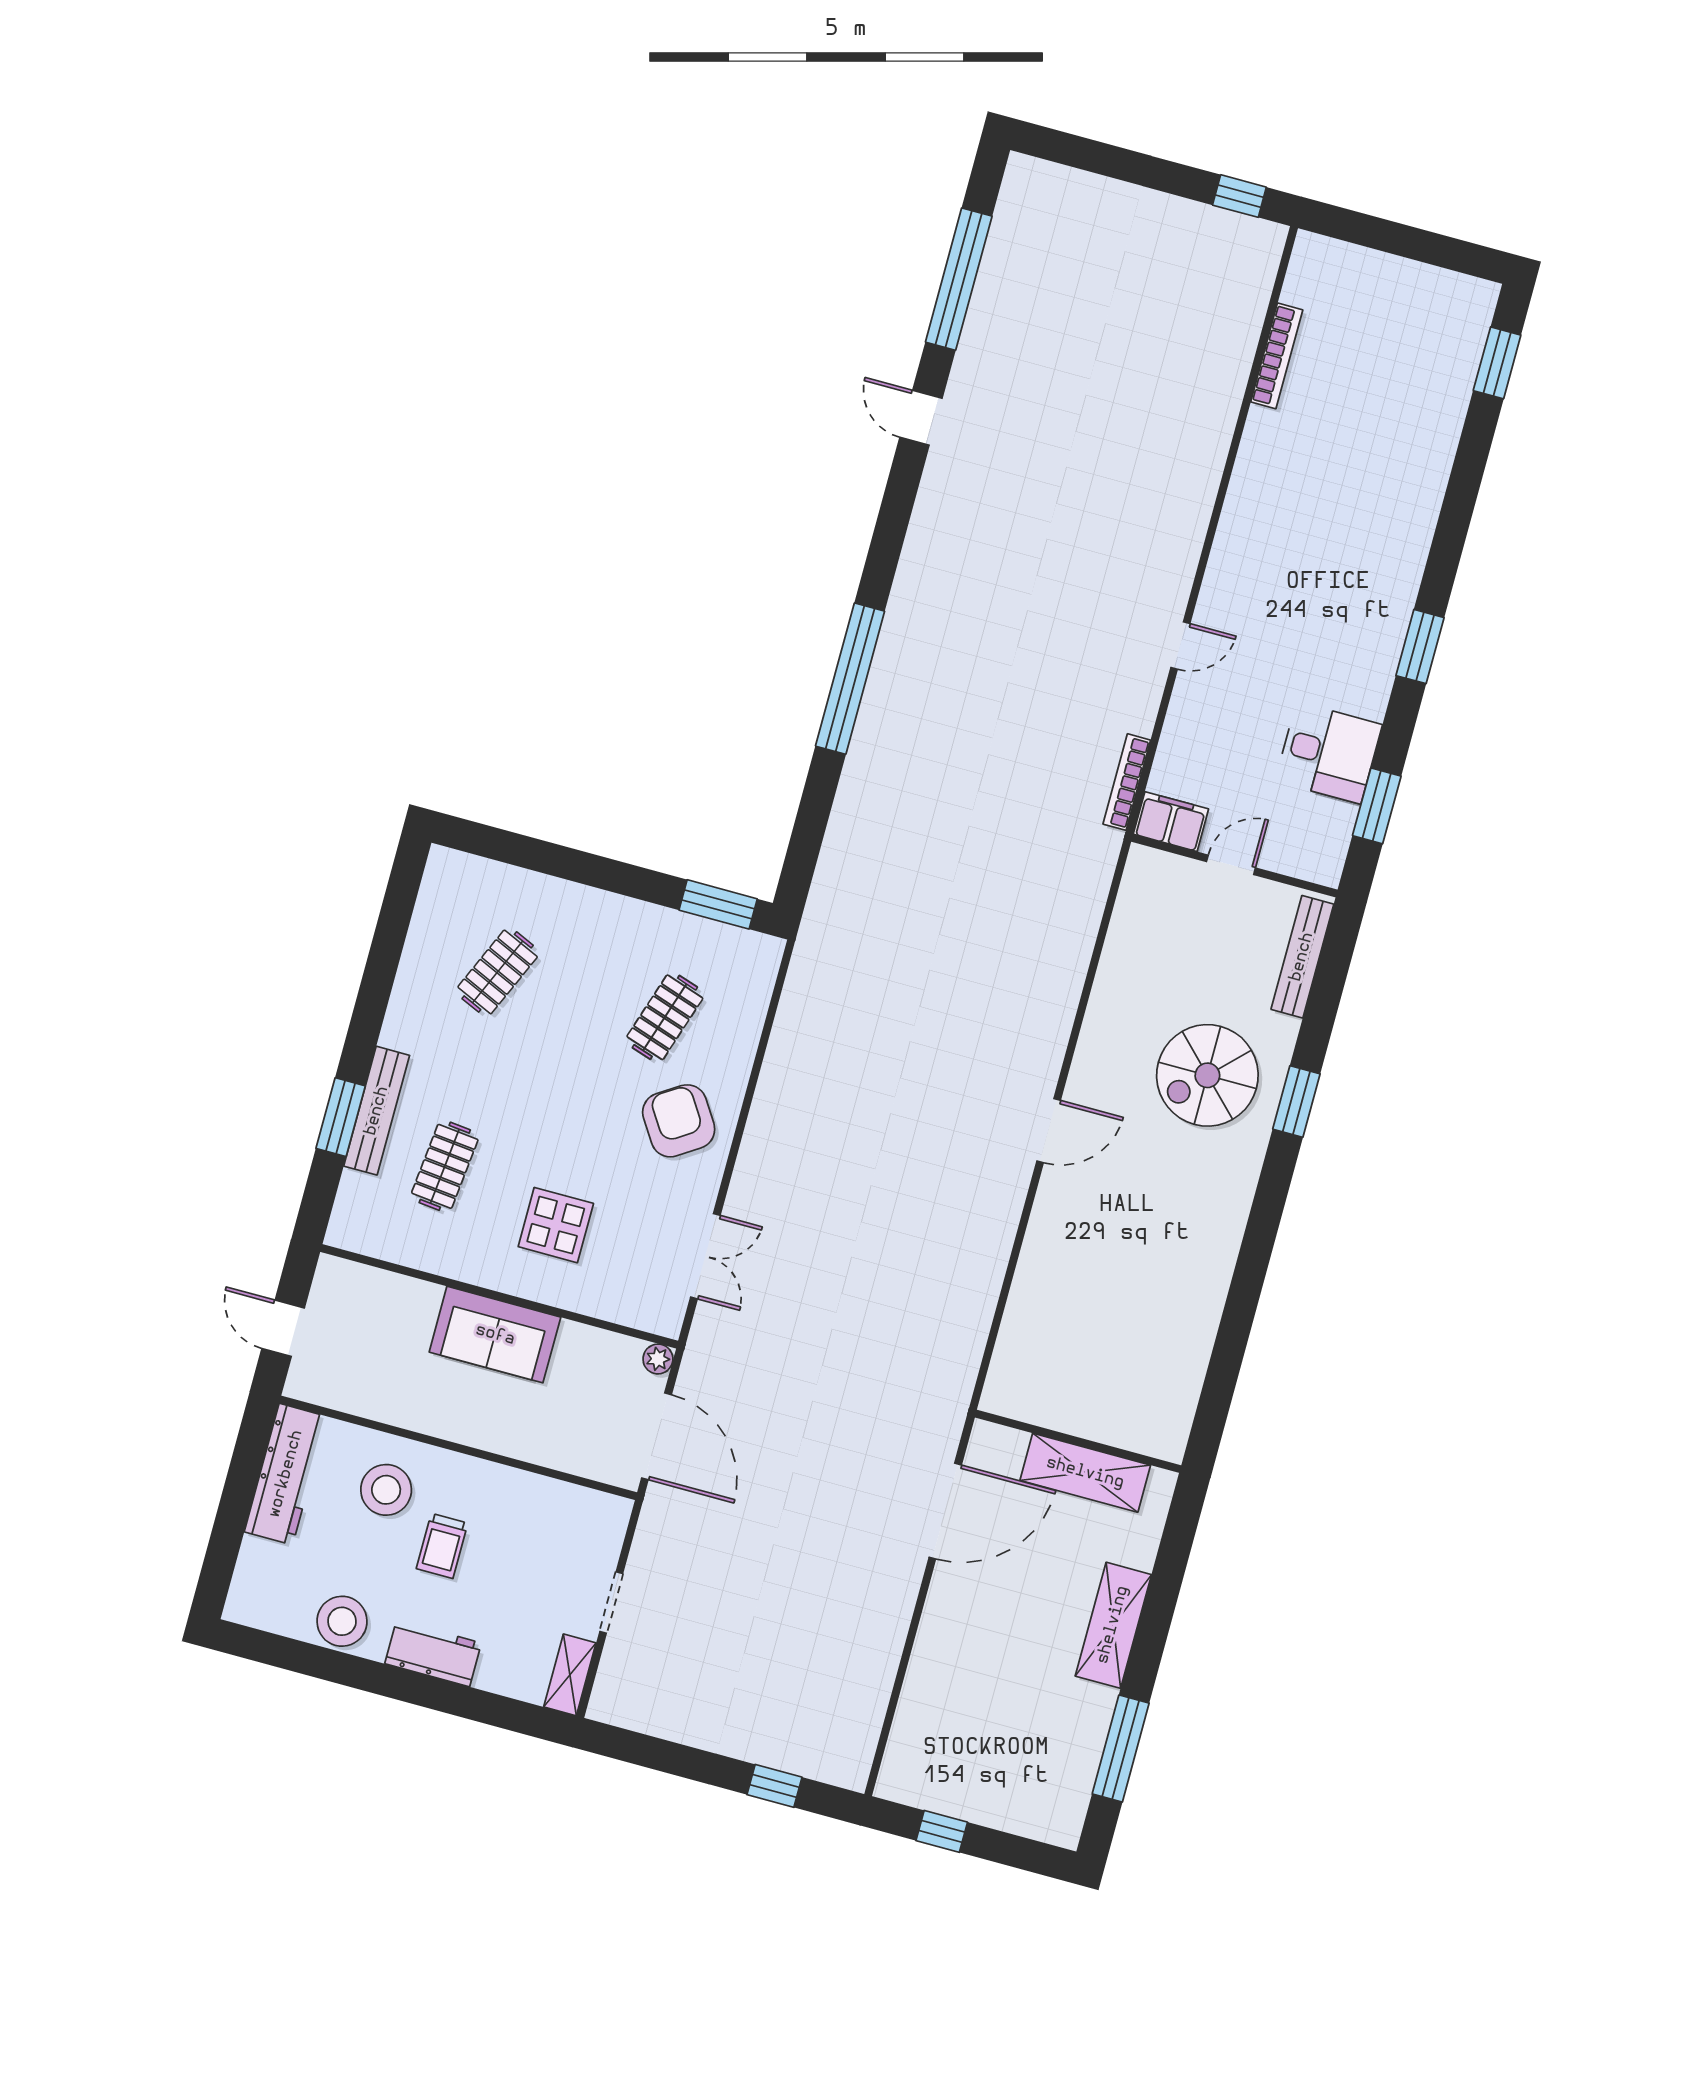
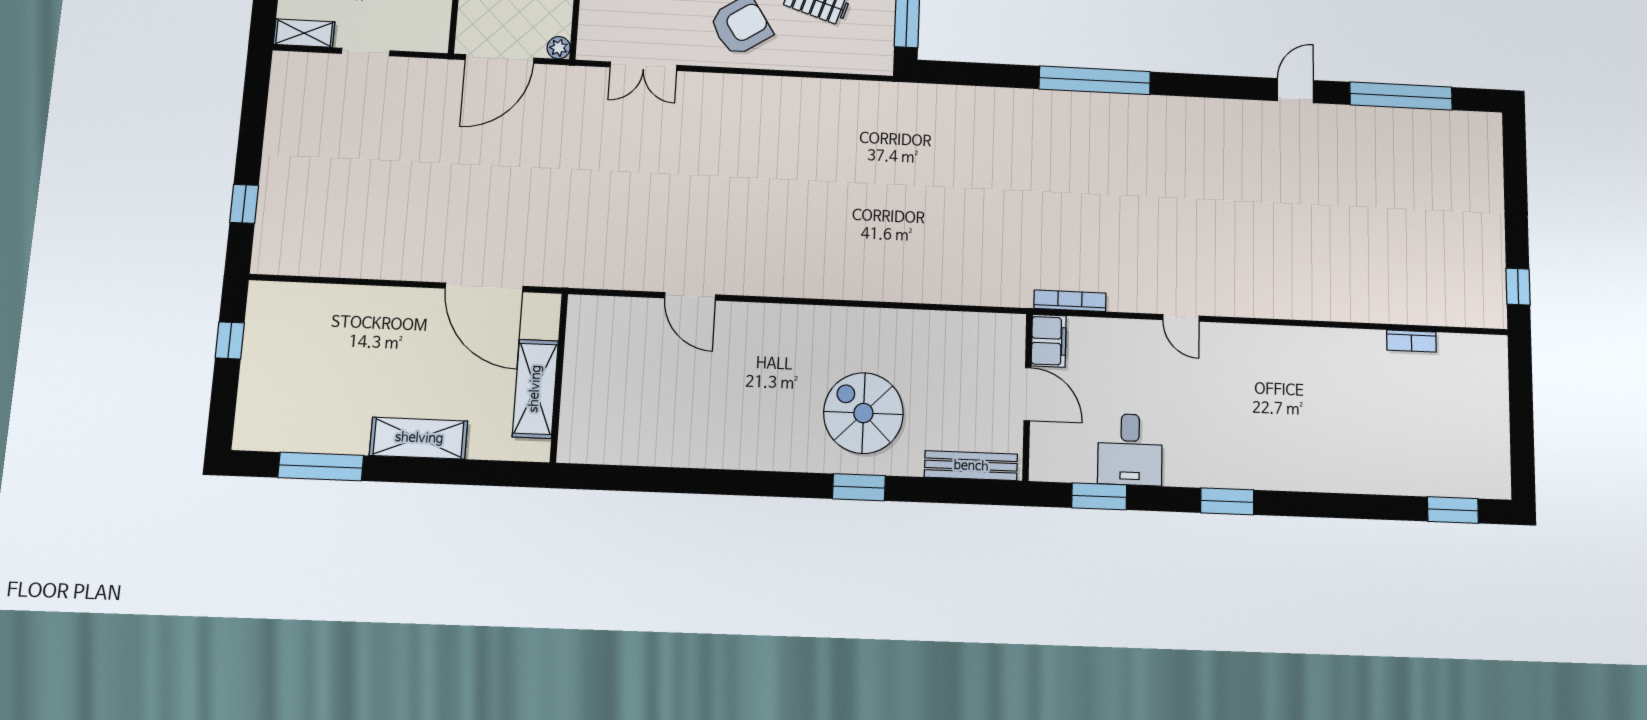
bookcase: (1277, 356) -> (1411, 341), width x0.64
door: (1231, 865) -> (1027, 394), width x1.38
door: (1049, 1131) -> (690, 296), moved

